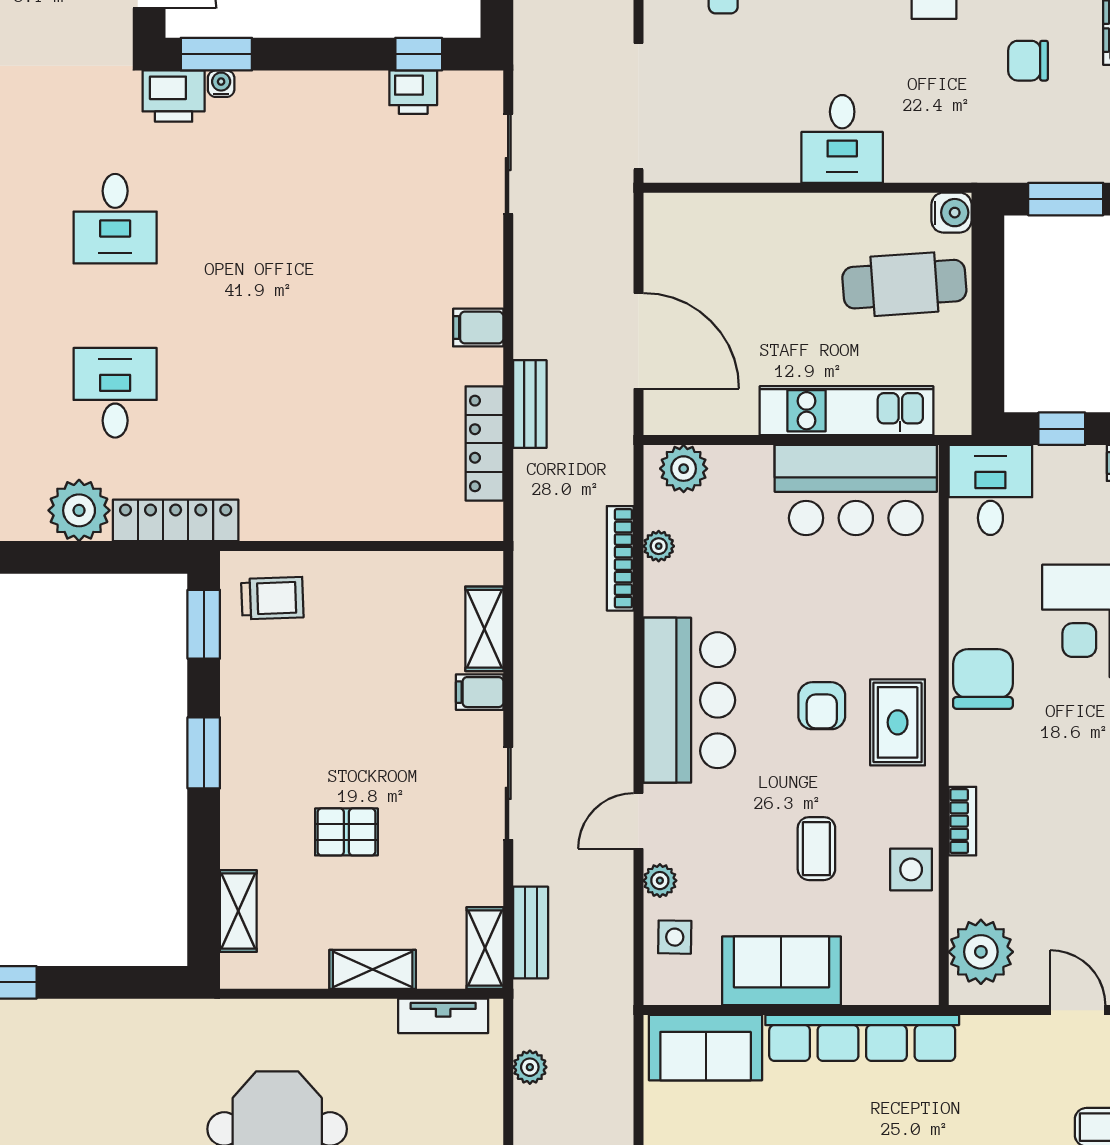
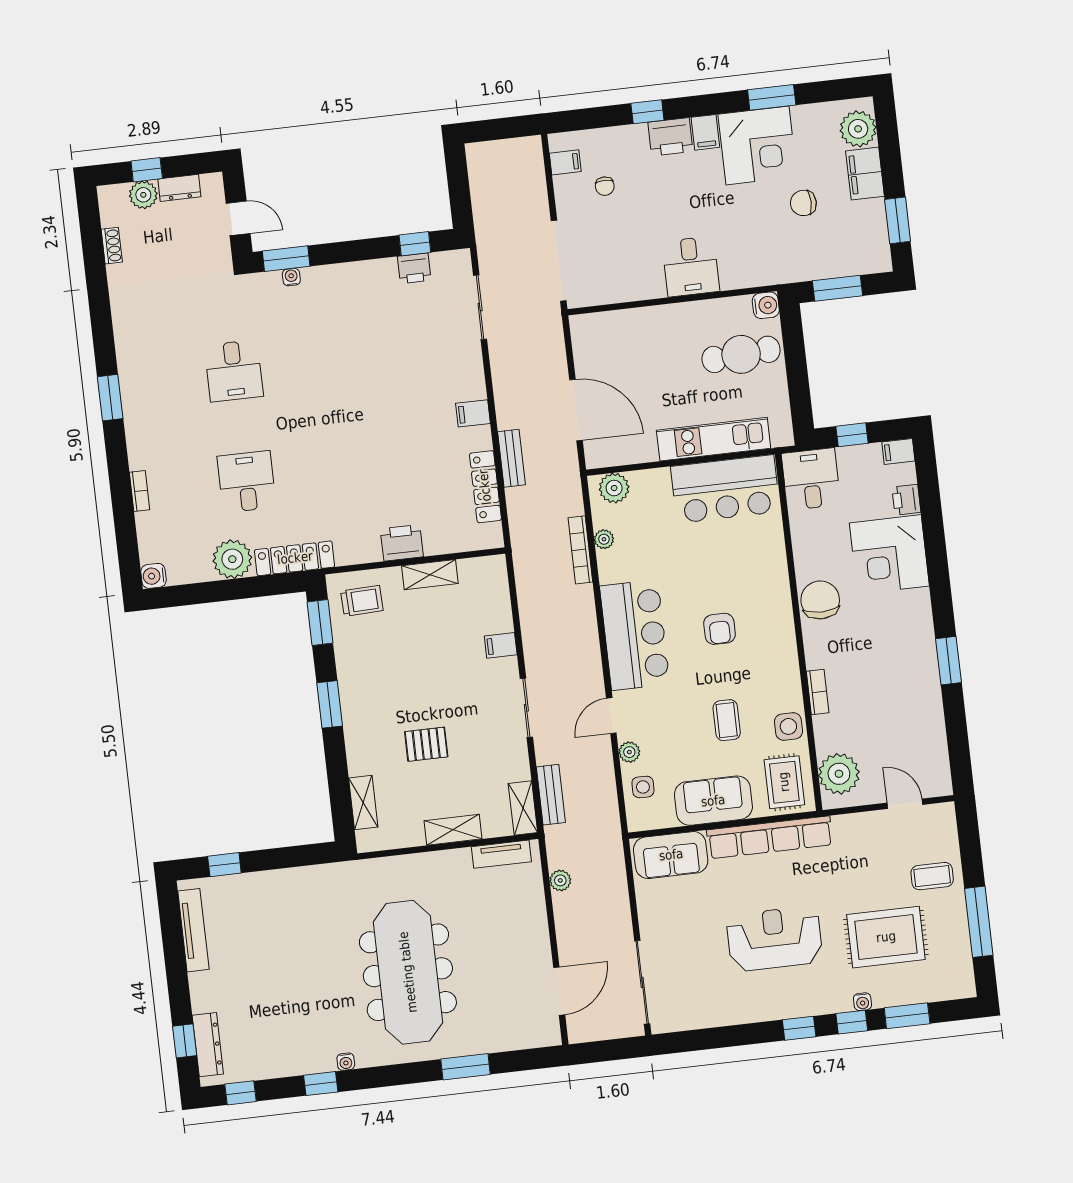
printer: (174, 96) -> (402, 543), moved, turned 180
shelving: (484, 629) -> (430, 575), moved, turned 90
rug: (898, 722) -> (784, 782), moved

